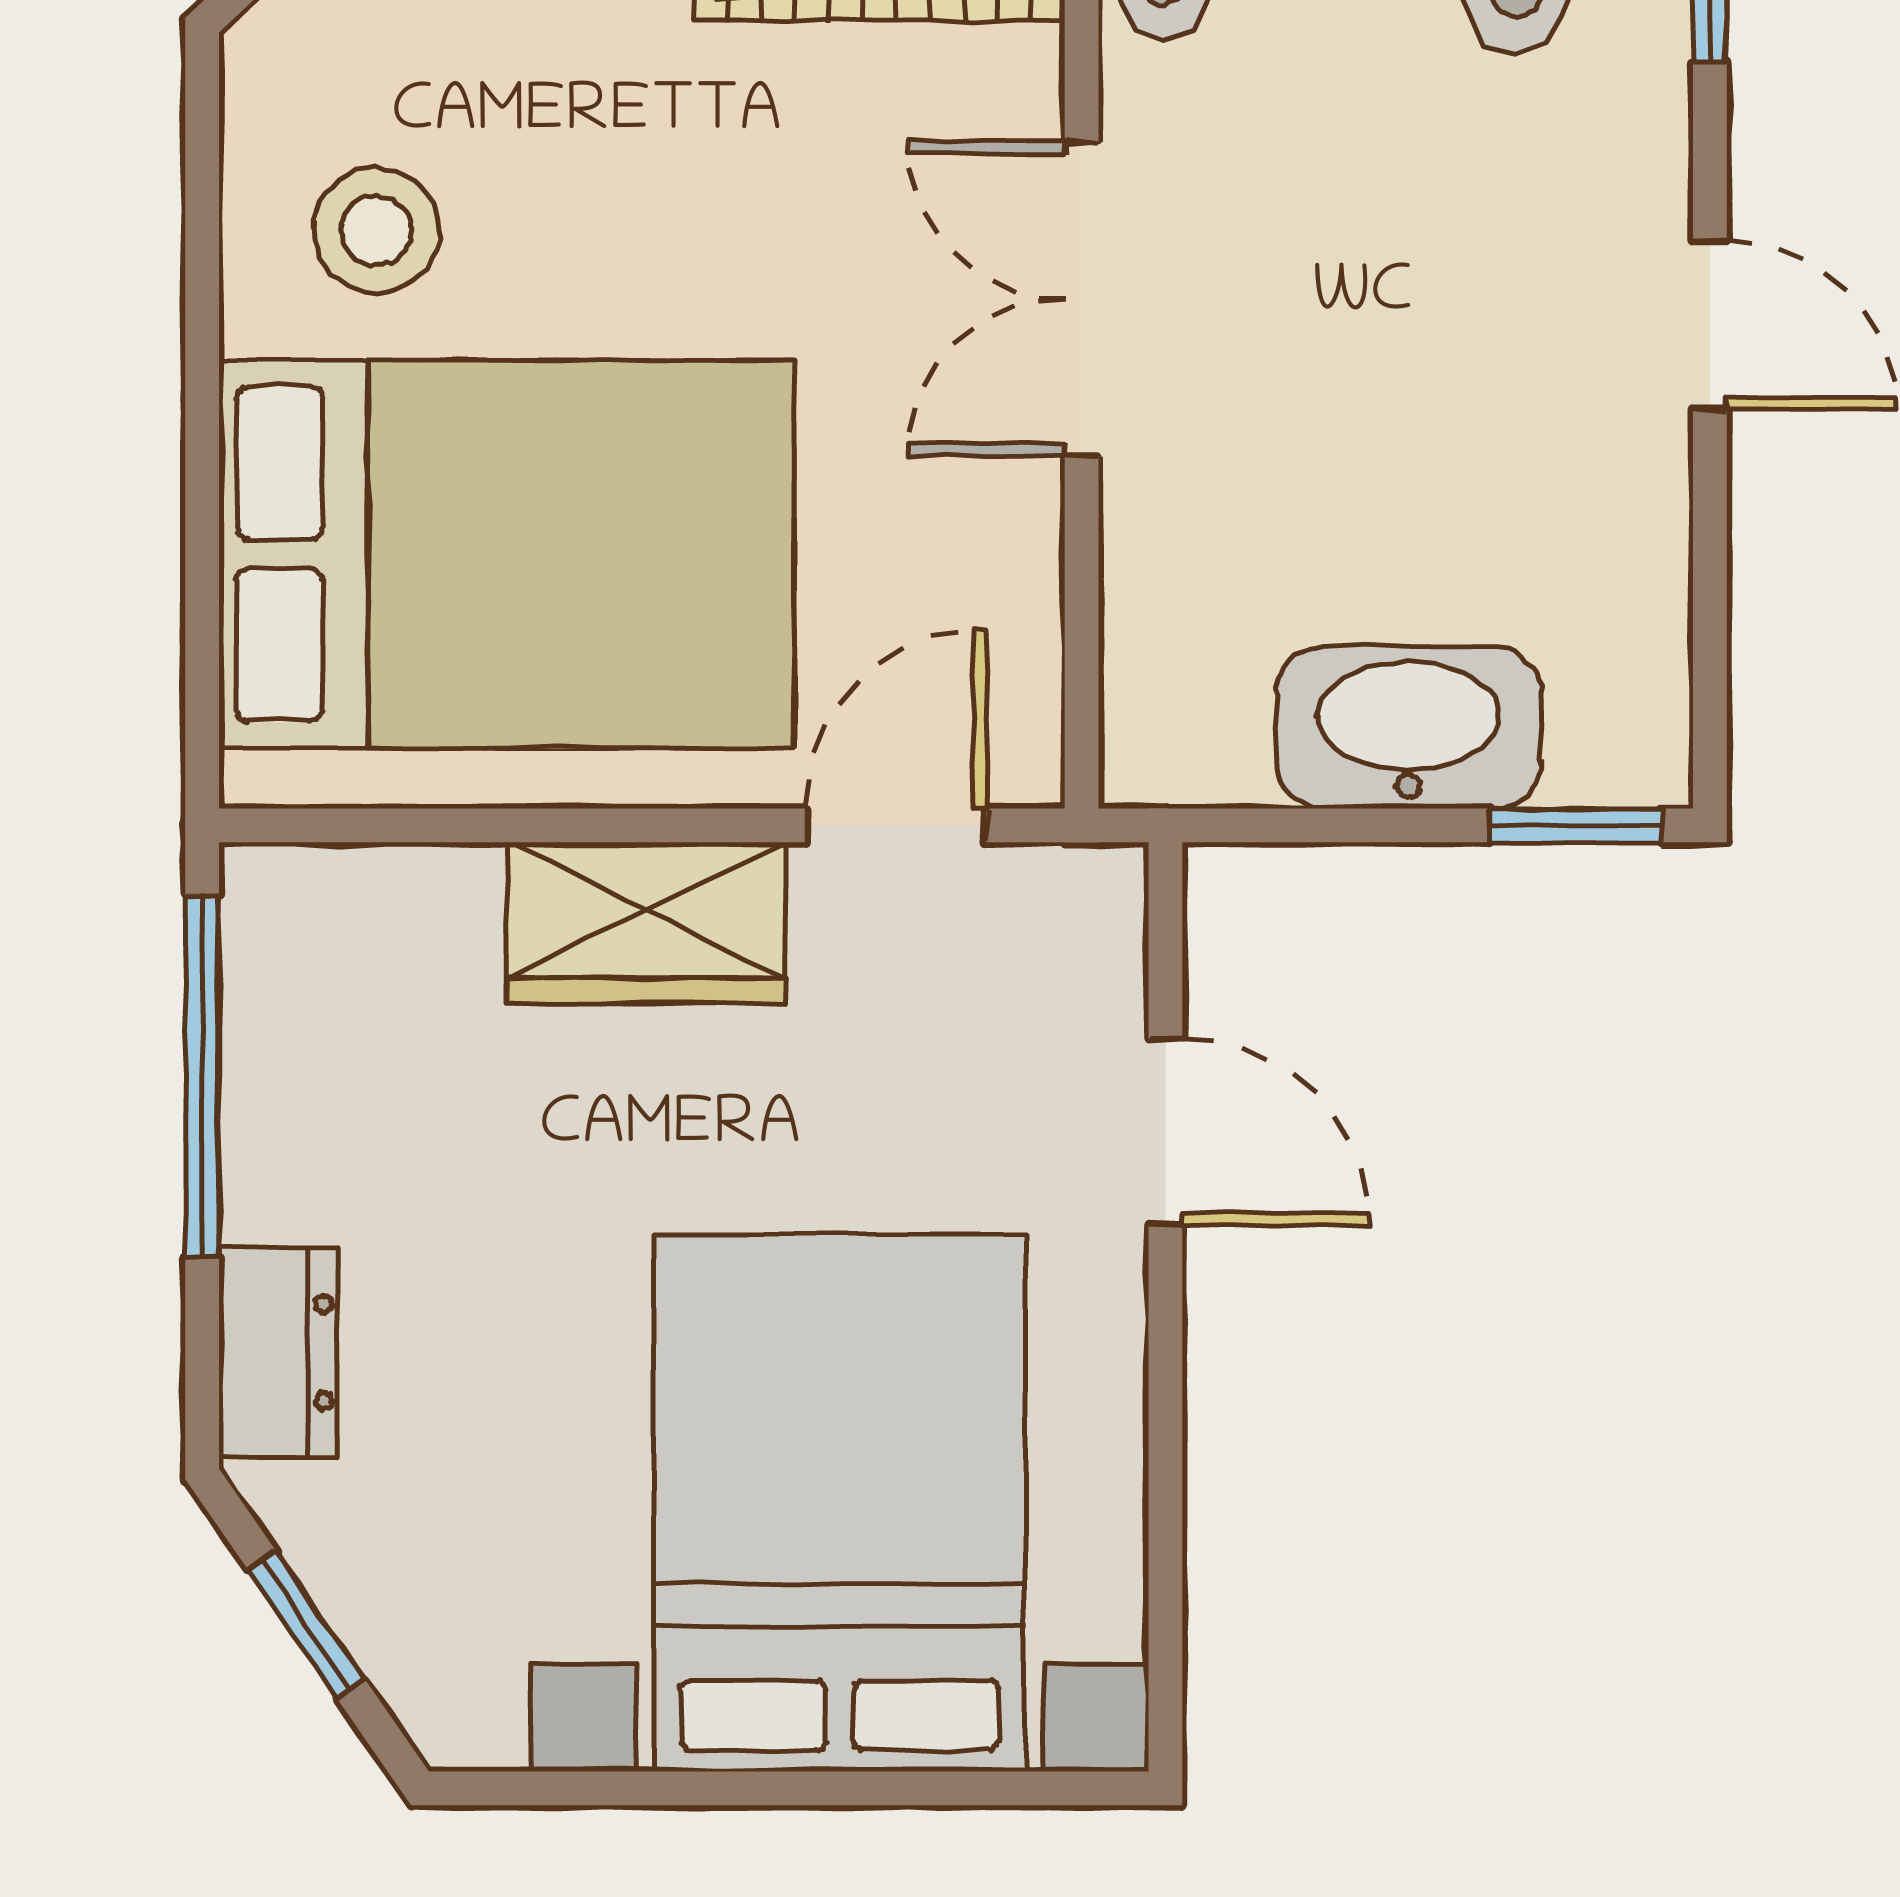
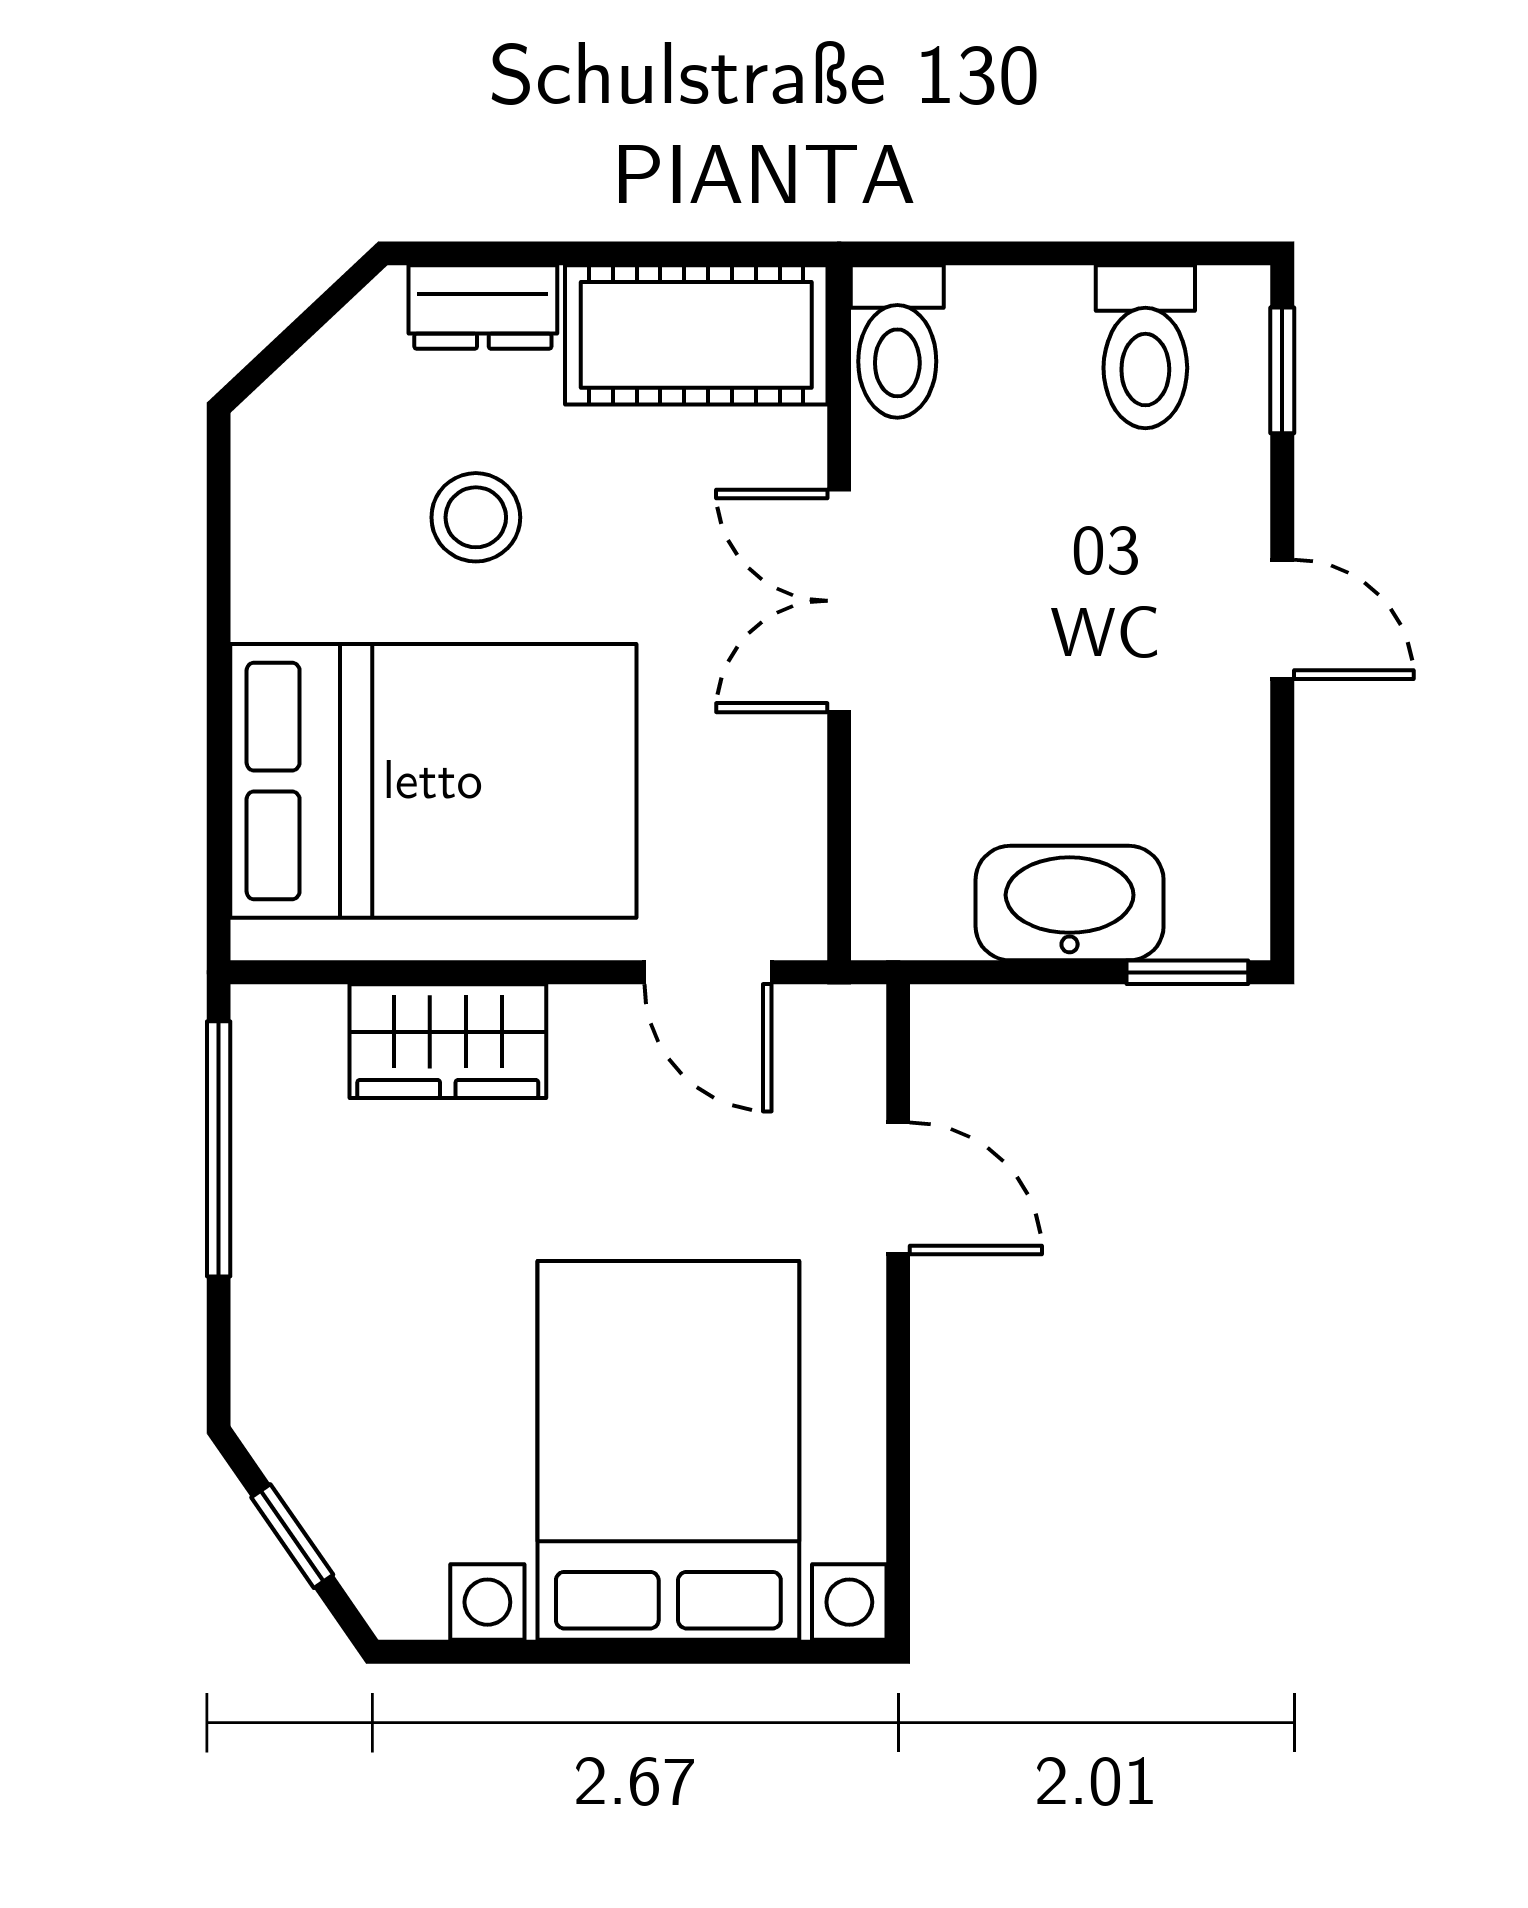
stool: (376, 230) -> (476, 517), moved
door: (896, 825) -> (708, 972), swing flipped
wardrobe: (646, 923) -> (448, 1041), moved
dresser: (278, 1352) -> (272, 1344), removed

